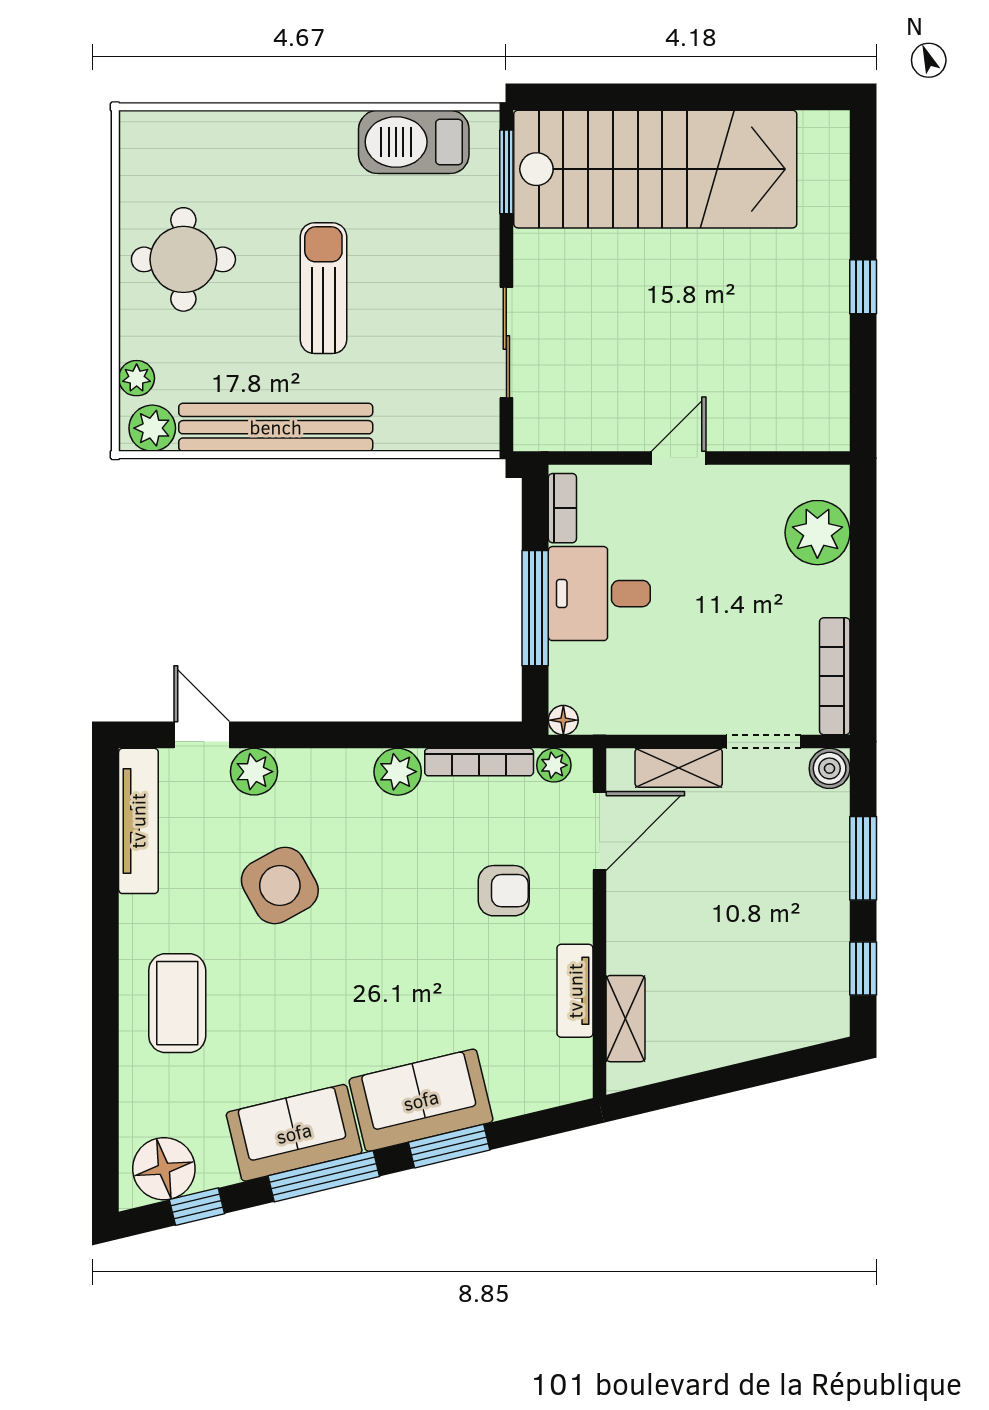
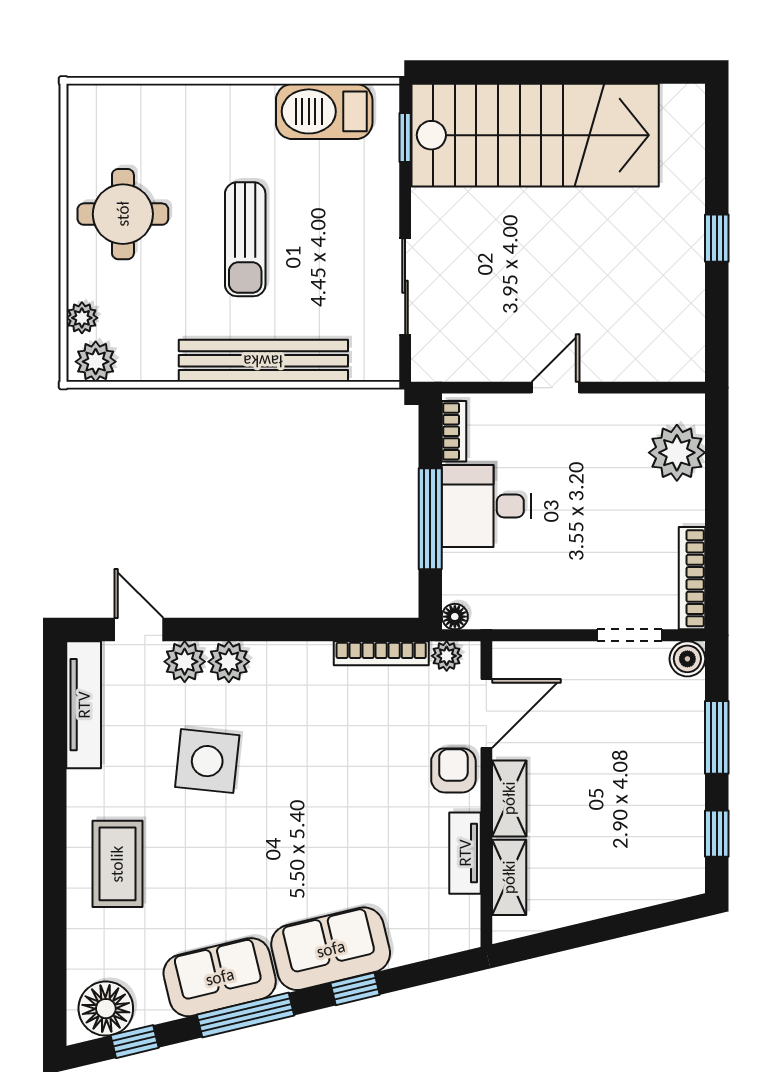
window: (506, 172) -> (405, 138), width x0.67
sun lounger: (323, 288) -> (245, 239), turned 180
bench: (276, 427) -> (263, 361), moved
shelving: (679, 768) -> (509, 798), moved, turned 90
plant: (398, 772) -> (229, 662), moved
side table: (280, 885) -> (207, 761), turned 35
armchair: (504, 891) -> (453, 770), moved, turned -90
window: (449, 1146) -> (355, 989), width x0.67

